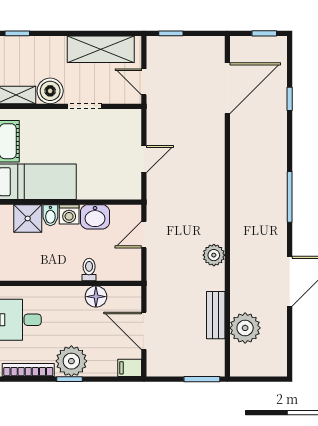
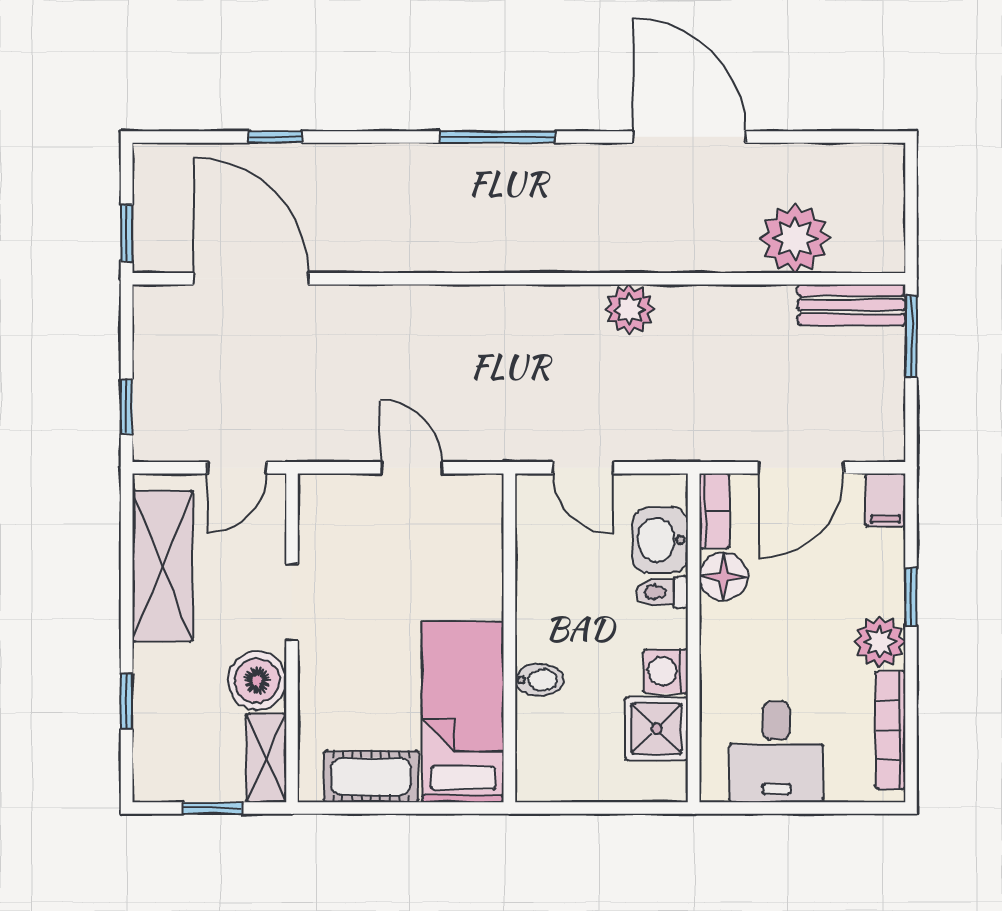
window: (17, 33) -> (127, 701), moved
window: (264, 33) -> (127, 233), moved
washing machine: (69, 214) -> (666, 671), moved, turned 180
washbasin: (95, 217) -> (660, 540), moved, turned 180
shower: (28, 218) -> (657, 729), moved
bookcase: (125, 292) -> (714, 511), added
bench: (216, 315) -> (852, 305), moved
plant: (71, 361) -> (880, 642), width x0.73, depth x0.73
window: (69, 379) -> (911, 597), moved

